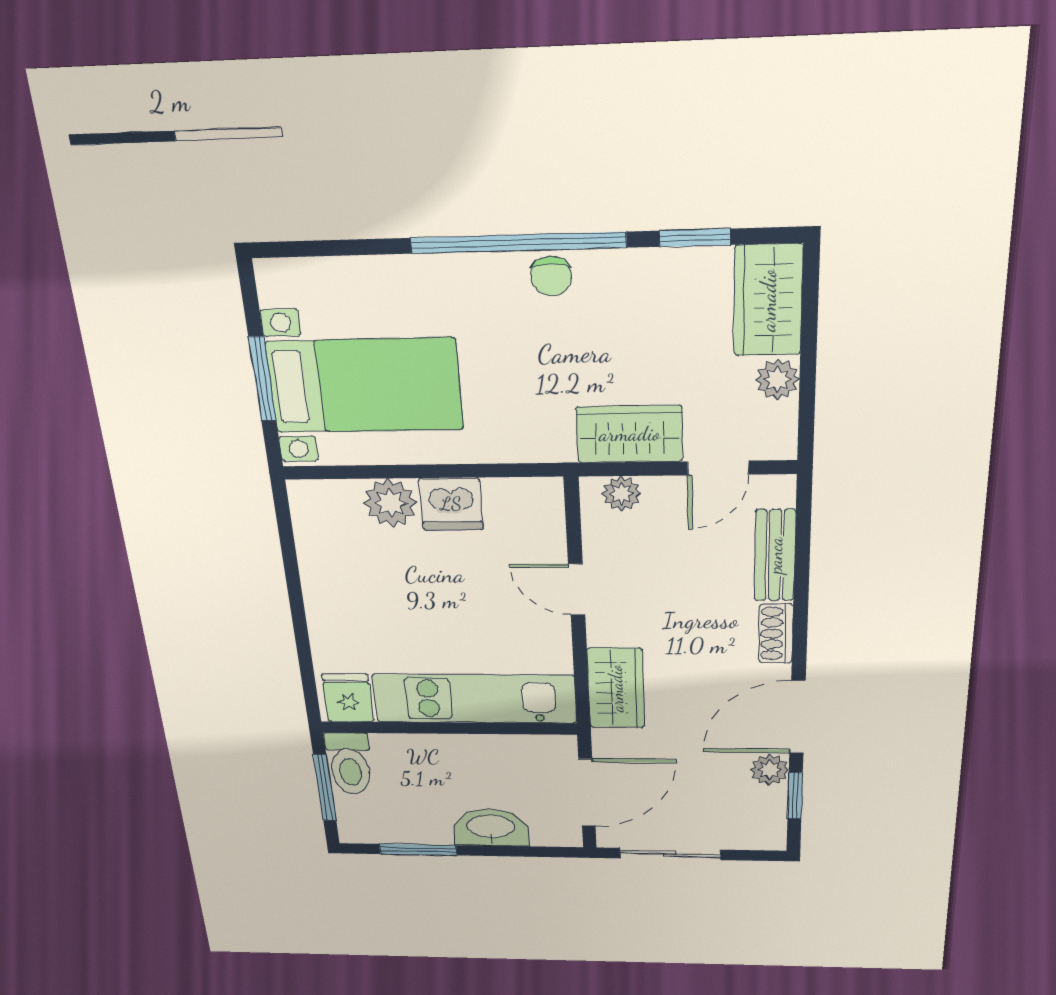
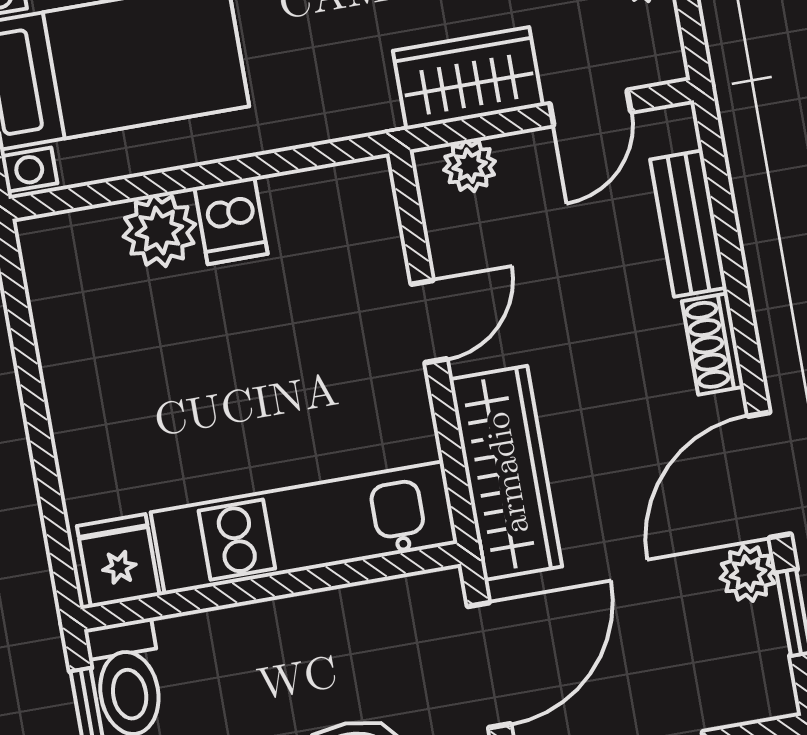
dishwasher: (451, 504) -> (231, 221), width x0.73
door: (577, 589) -> (429, 321), swing flipped
wardrobe: (616, 688) -> (506, 473), width x1.50

